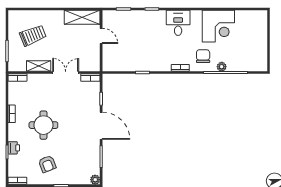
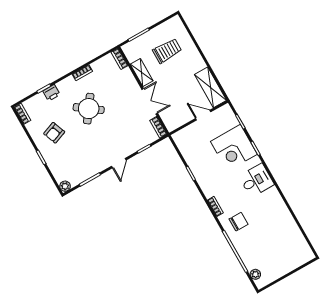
corner desk: (218, 26) -> (234, 148), moved
trolley: (33, 35) -> (167, 51), turned -68
door: (101, 36) -> (203, 115), swing flipped
plant: (222, 67) -> (255, 274), moved
round table: (43, 125) -> (89, 109), turned 36
door: (101, 126) -> (119, 163), width x0.53

